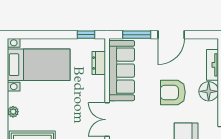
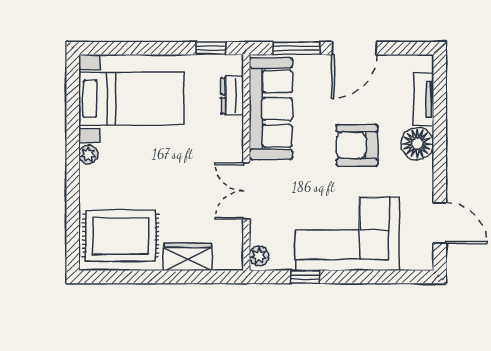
plant: (13, 112) -> (88, 155), moved

